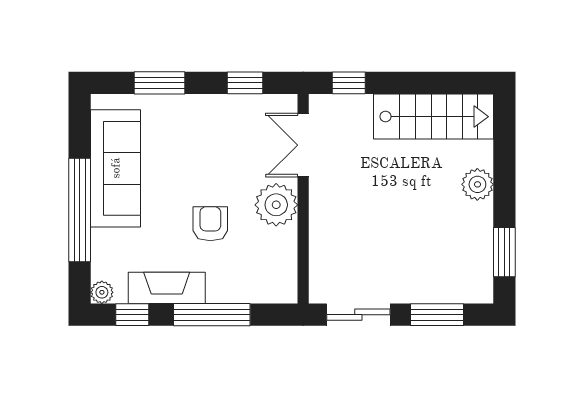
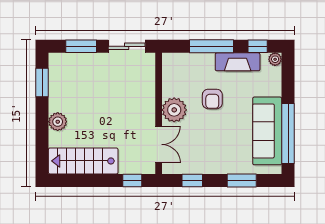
window: (80, 210) -> (288, 133), moved

